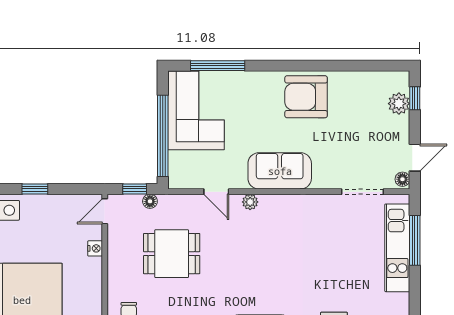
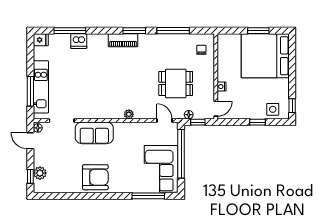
door: (415, 158) -> (30, 141), hinge flipped
sofa: (280, 171) -> (94, 133), moved
door: (216, 192) -> (165, 120), moved

